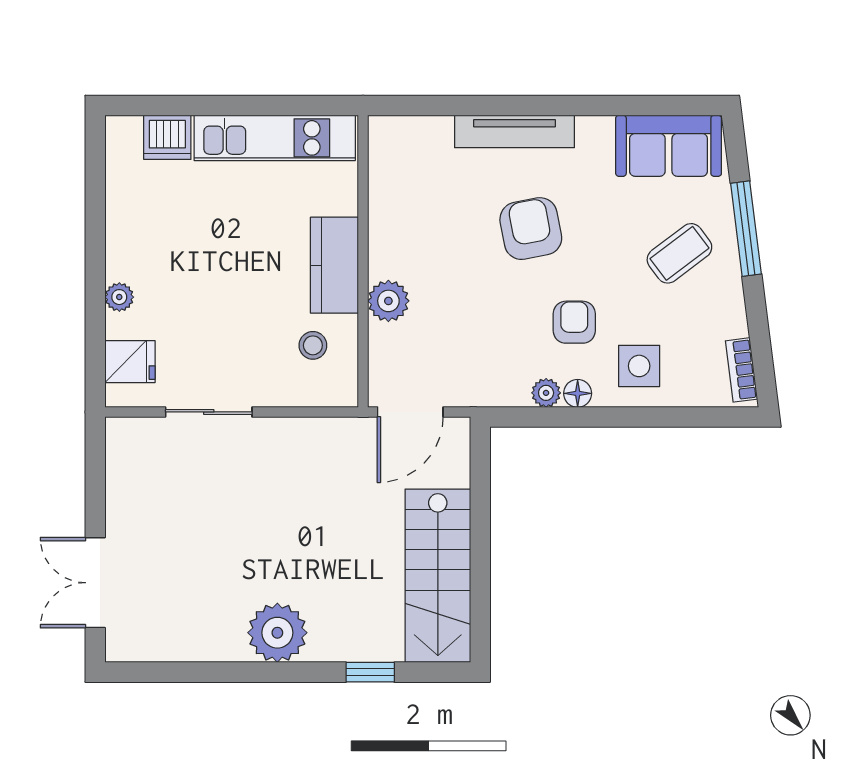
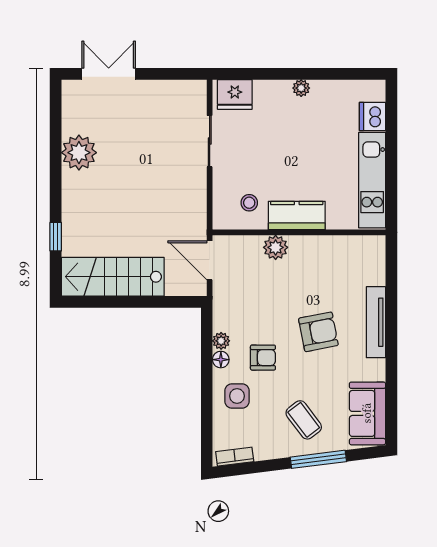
plant: (119, 297) -> (301, 88), moved
fridge: (130, 362) -> (235, 94), width x1.38
plant: (277, 633) -> (79, 153), moved

